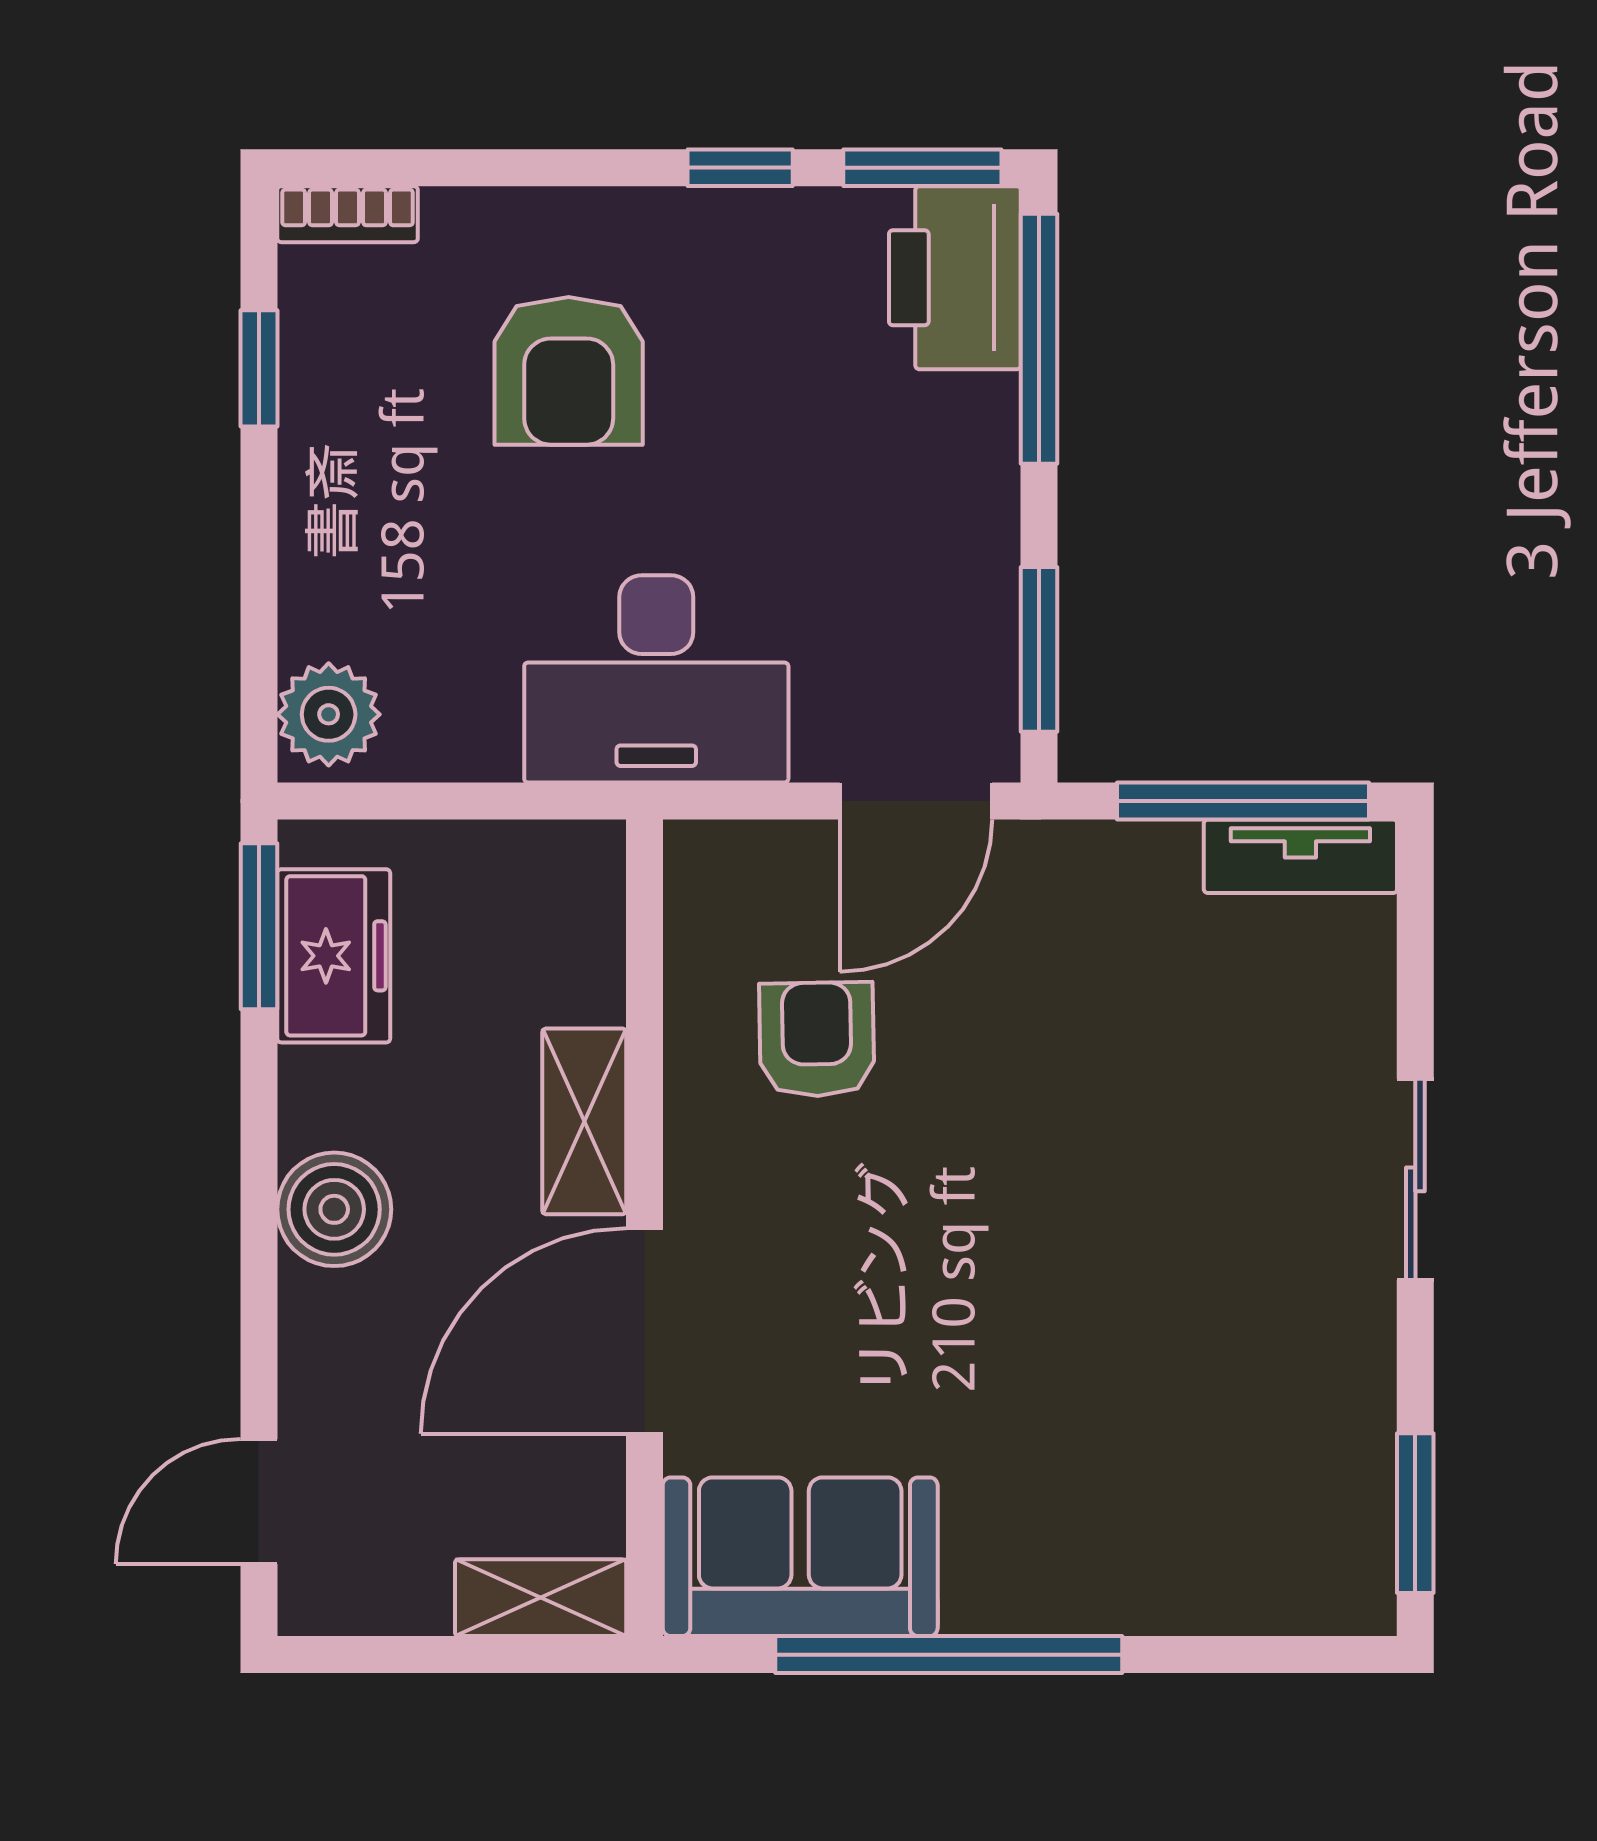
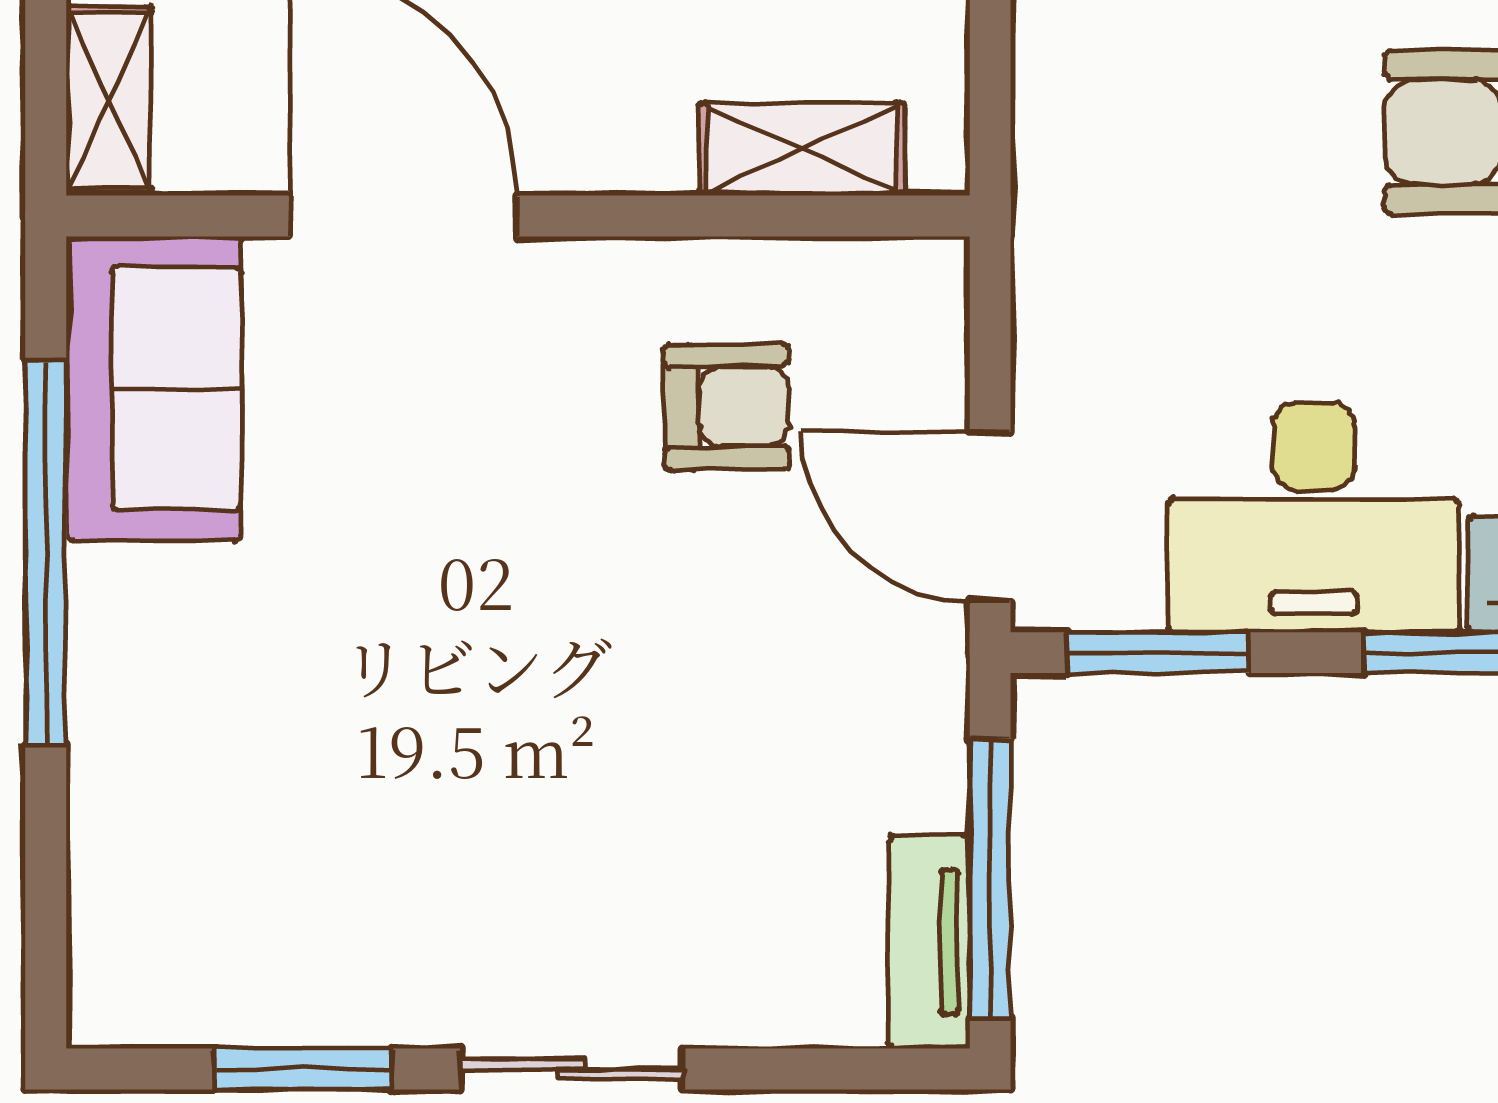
desk: (656, 679) -> (1314, 518), moved, turned -90
shelving: (584, 1121) -> (802, 149), moved
window: (1415, 1513) -> (303, 1069), moved

